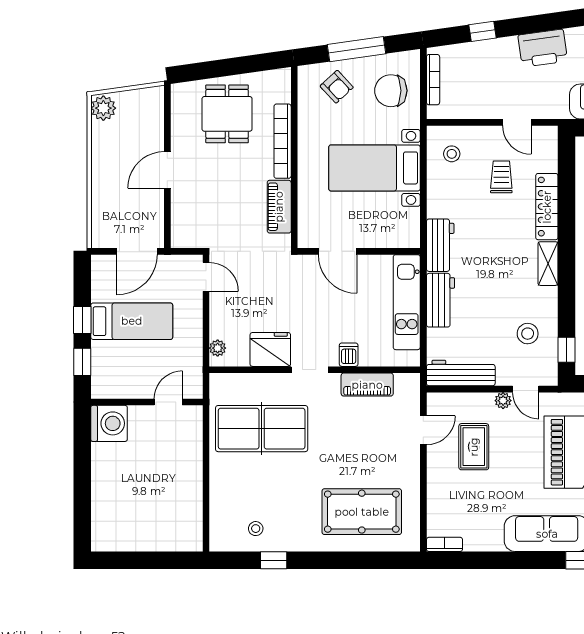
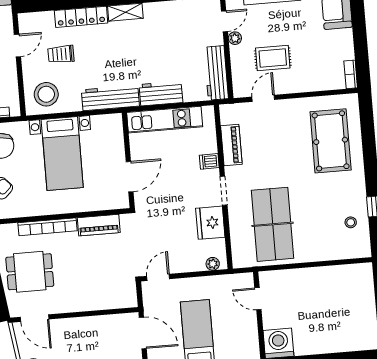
stool: (452, 154) -> (46, 94), width x1.89, depth x1.89
door: (167, 170) -> (35, 318), moved
workbench: (440, 245) -> (110, 98), width x1.38
stool: (528, 334) -> (181, 23), removed
door: (423, 430) -> (263, 98), hinge flipped

